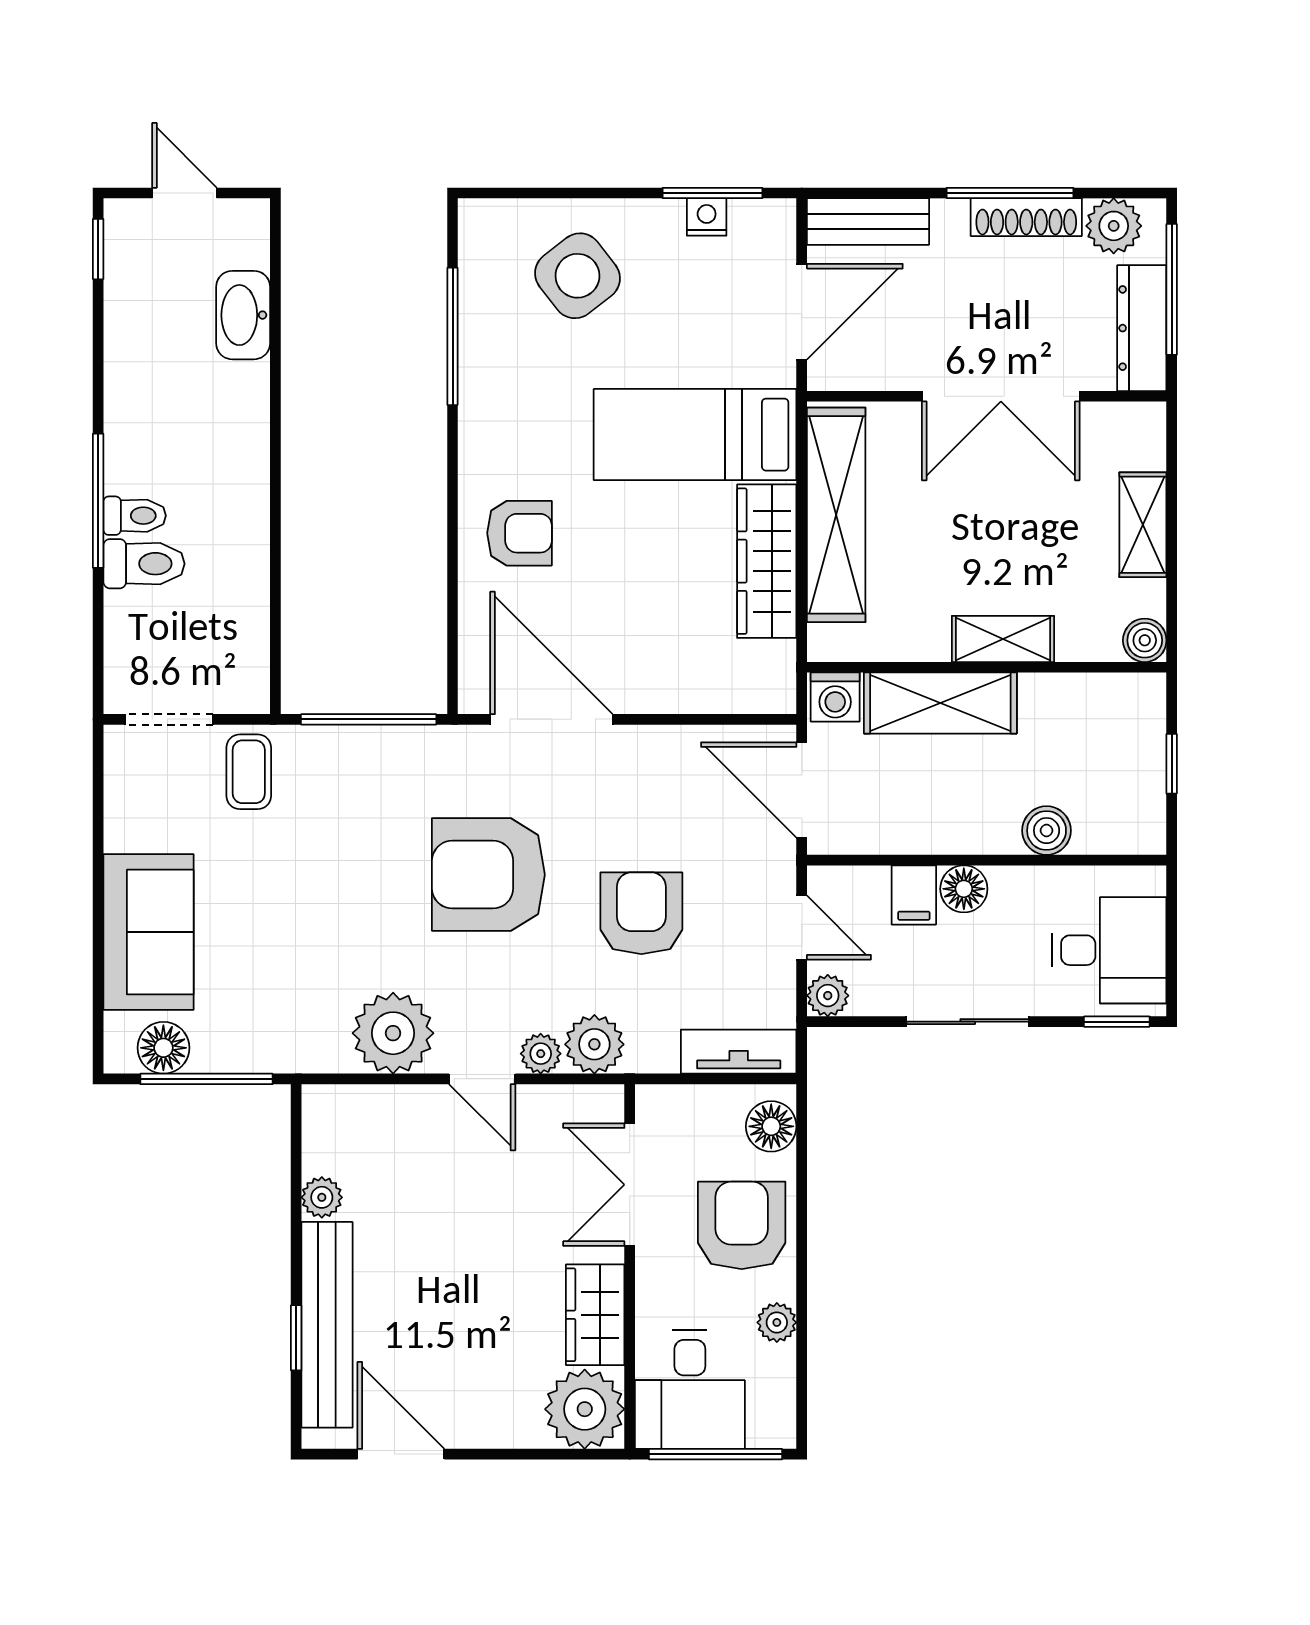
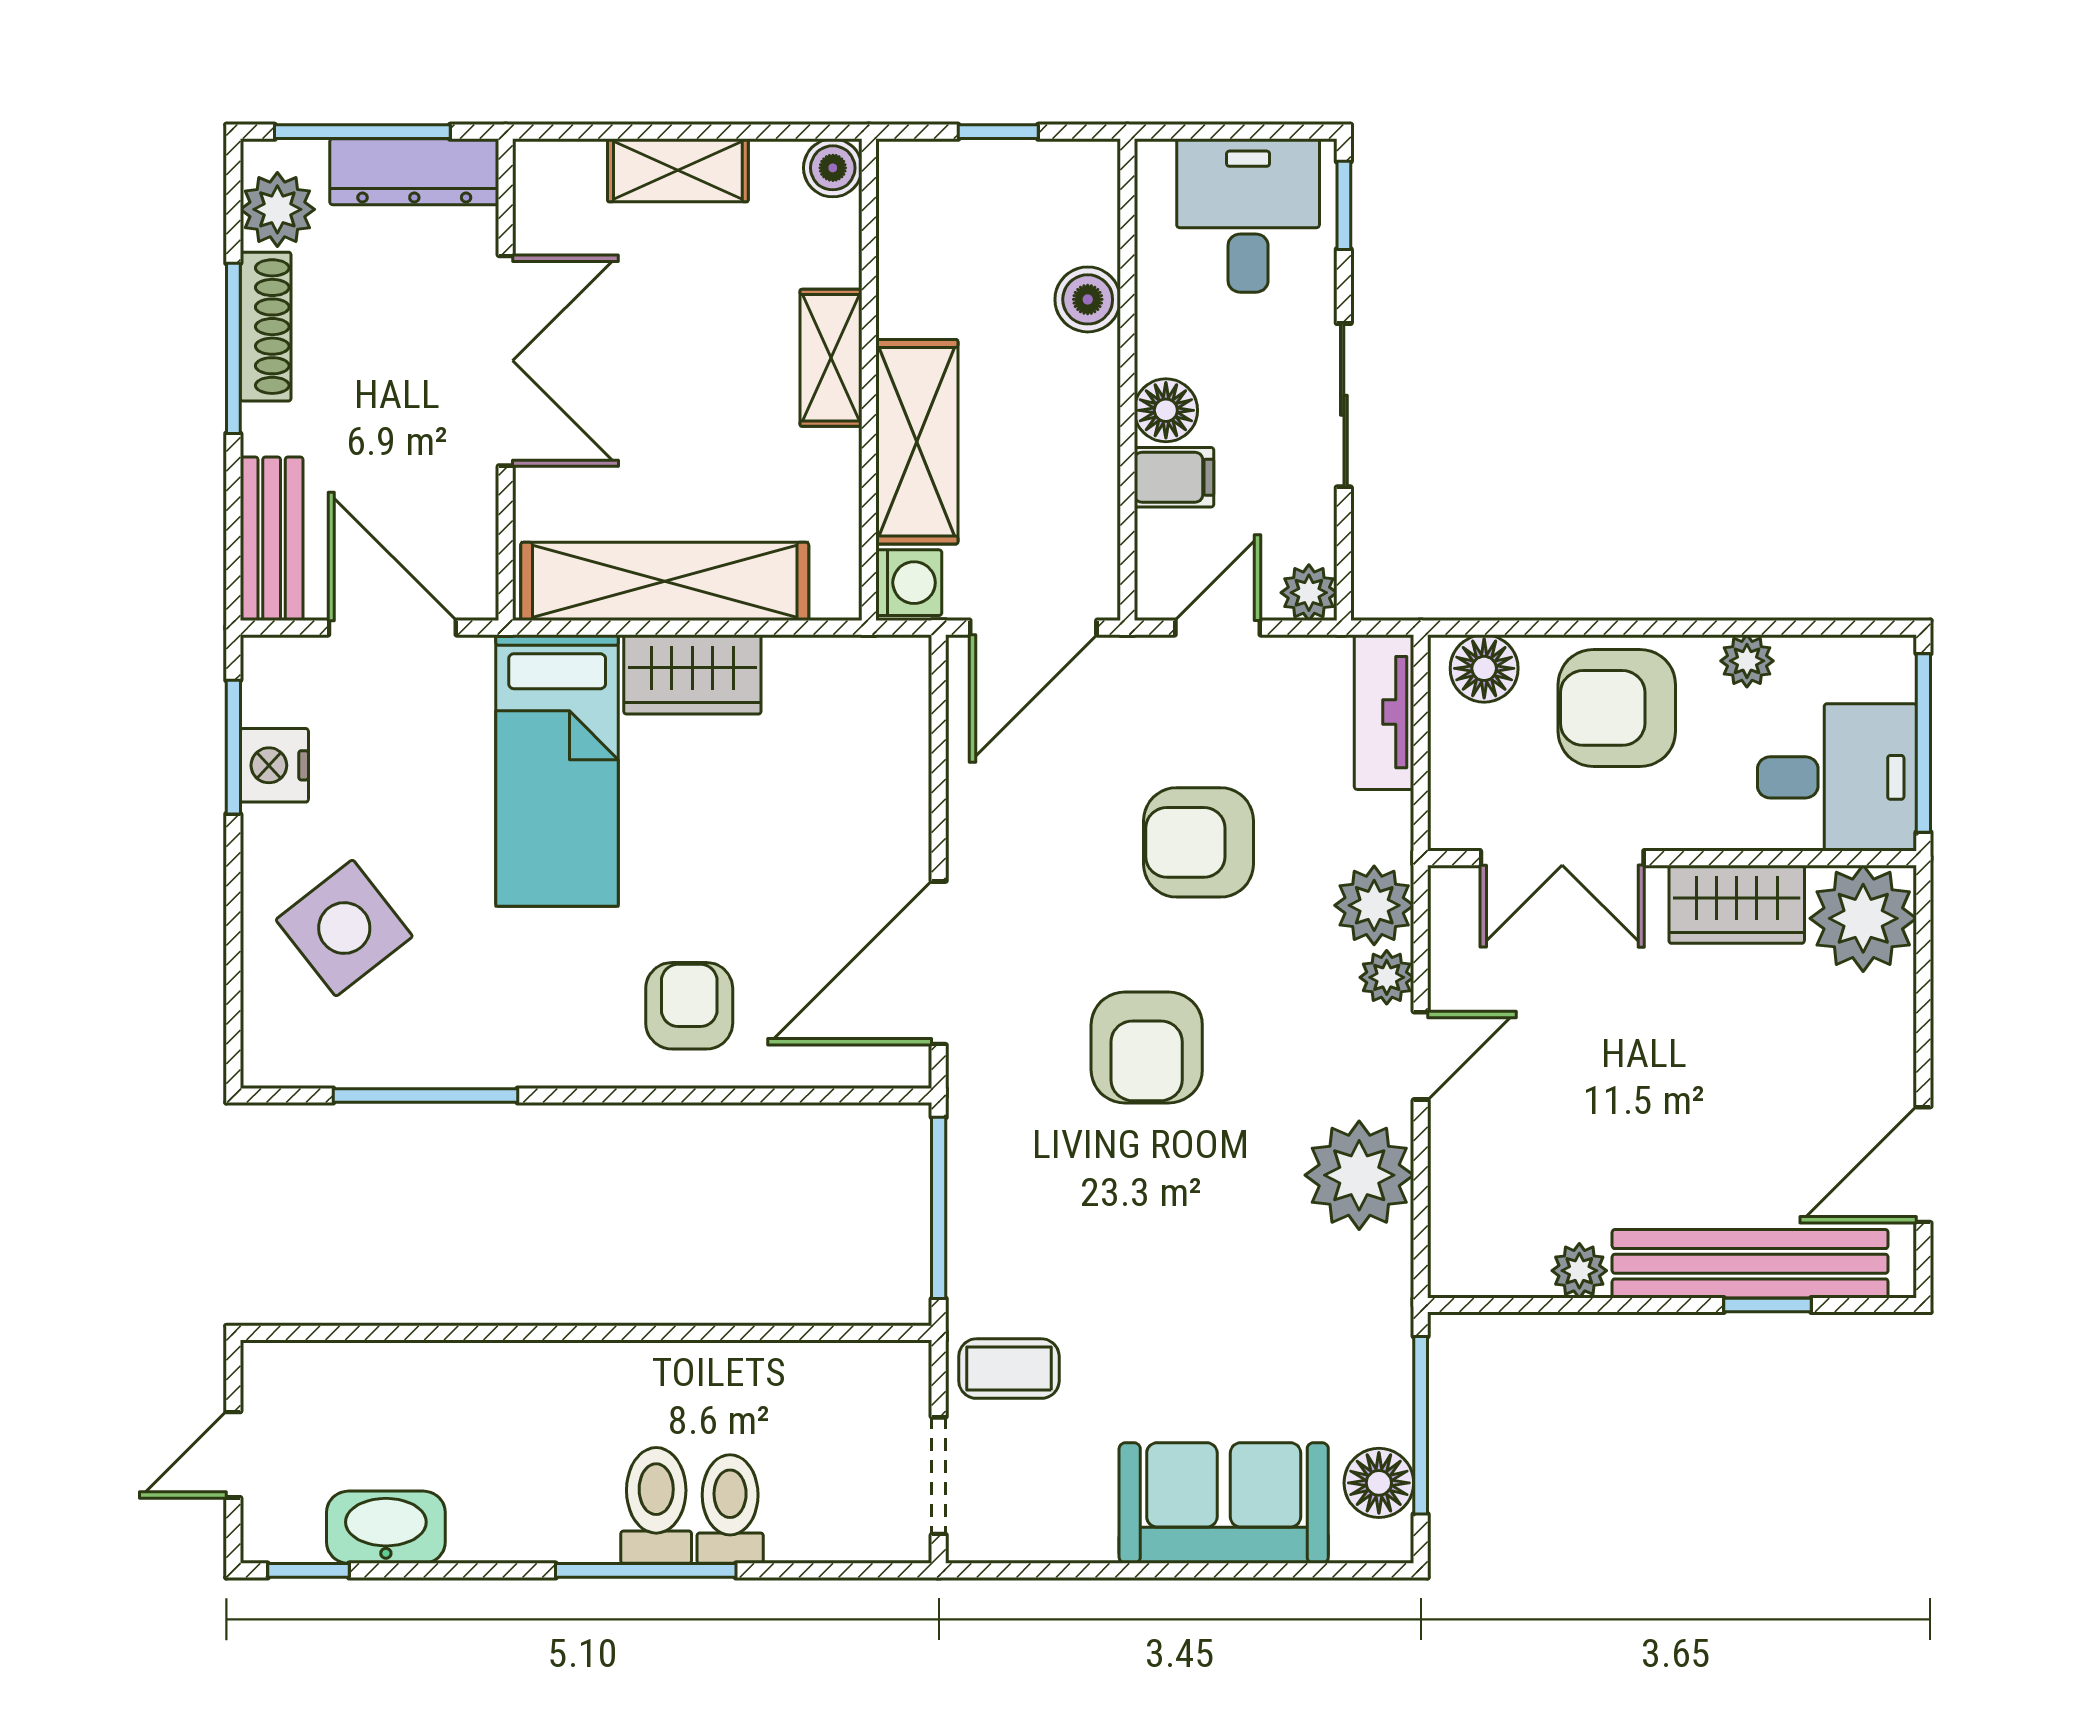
nightstand: (707, 217) -> (274, 765), width x1.39, depth x1.35
washbasin: (243, 315) -> (386, 1527), moved, turned 180
toilet: (135, 516) -> (656, 1505), width x1.37, depth x1.39
wardrobe: (767, 561) -> (692, 674), width x0.67
armchair: (488, 875) -> (1147, 1047), width x0.73, depth x0.73

